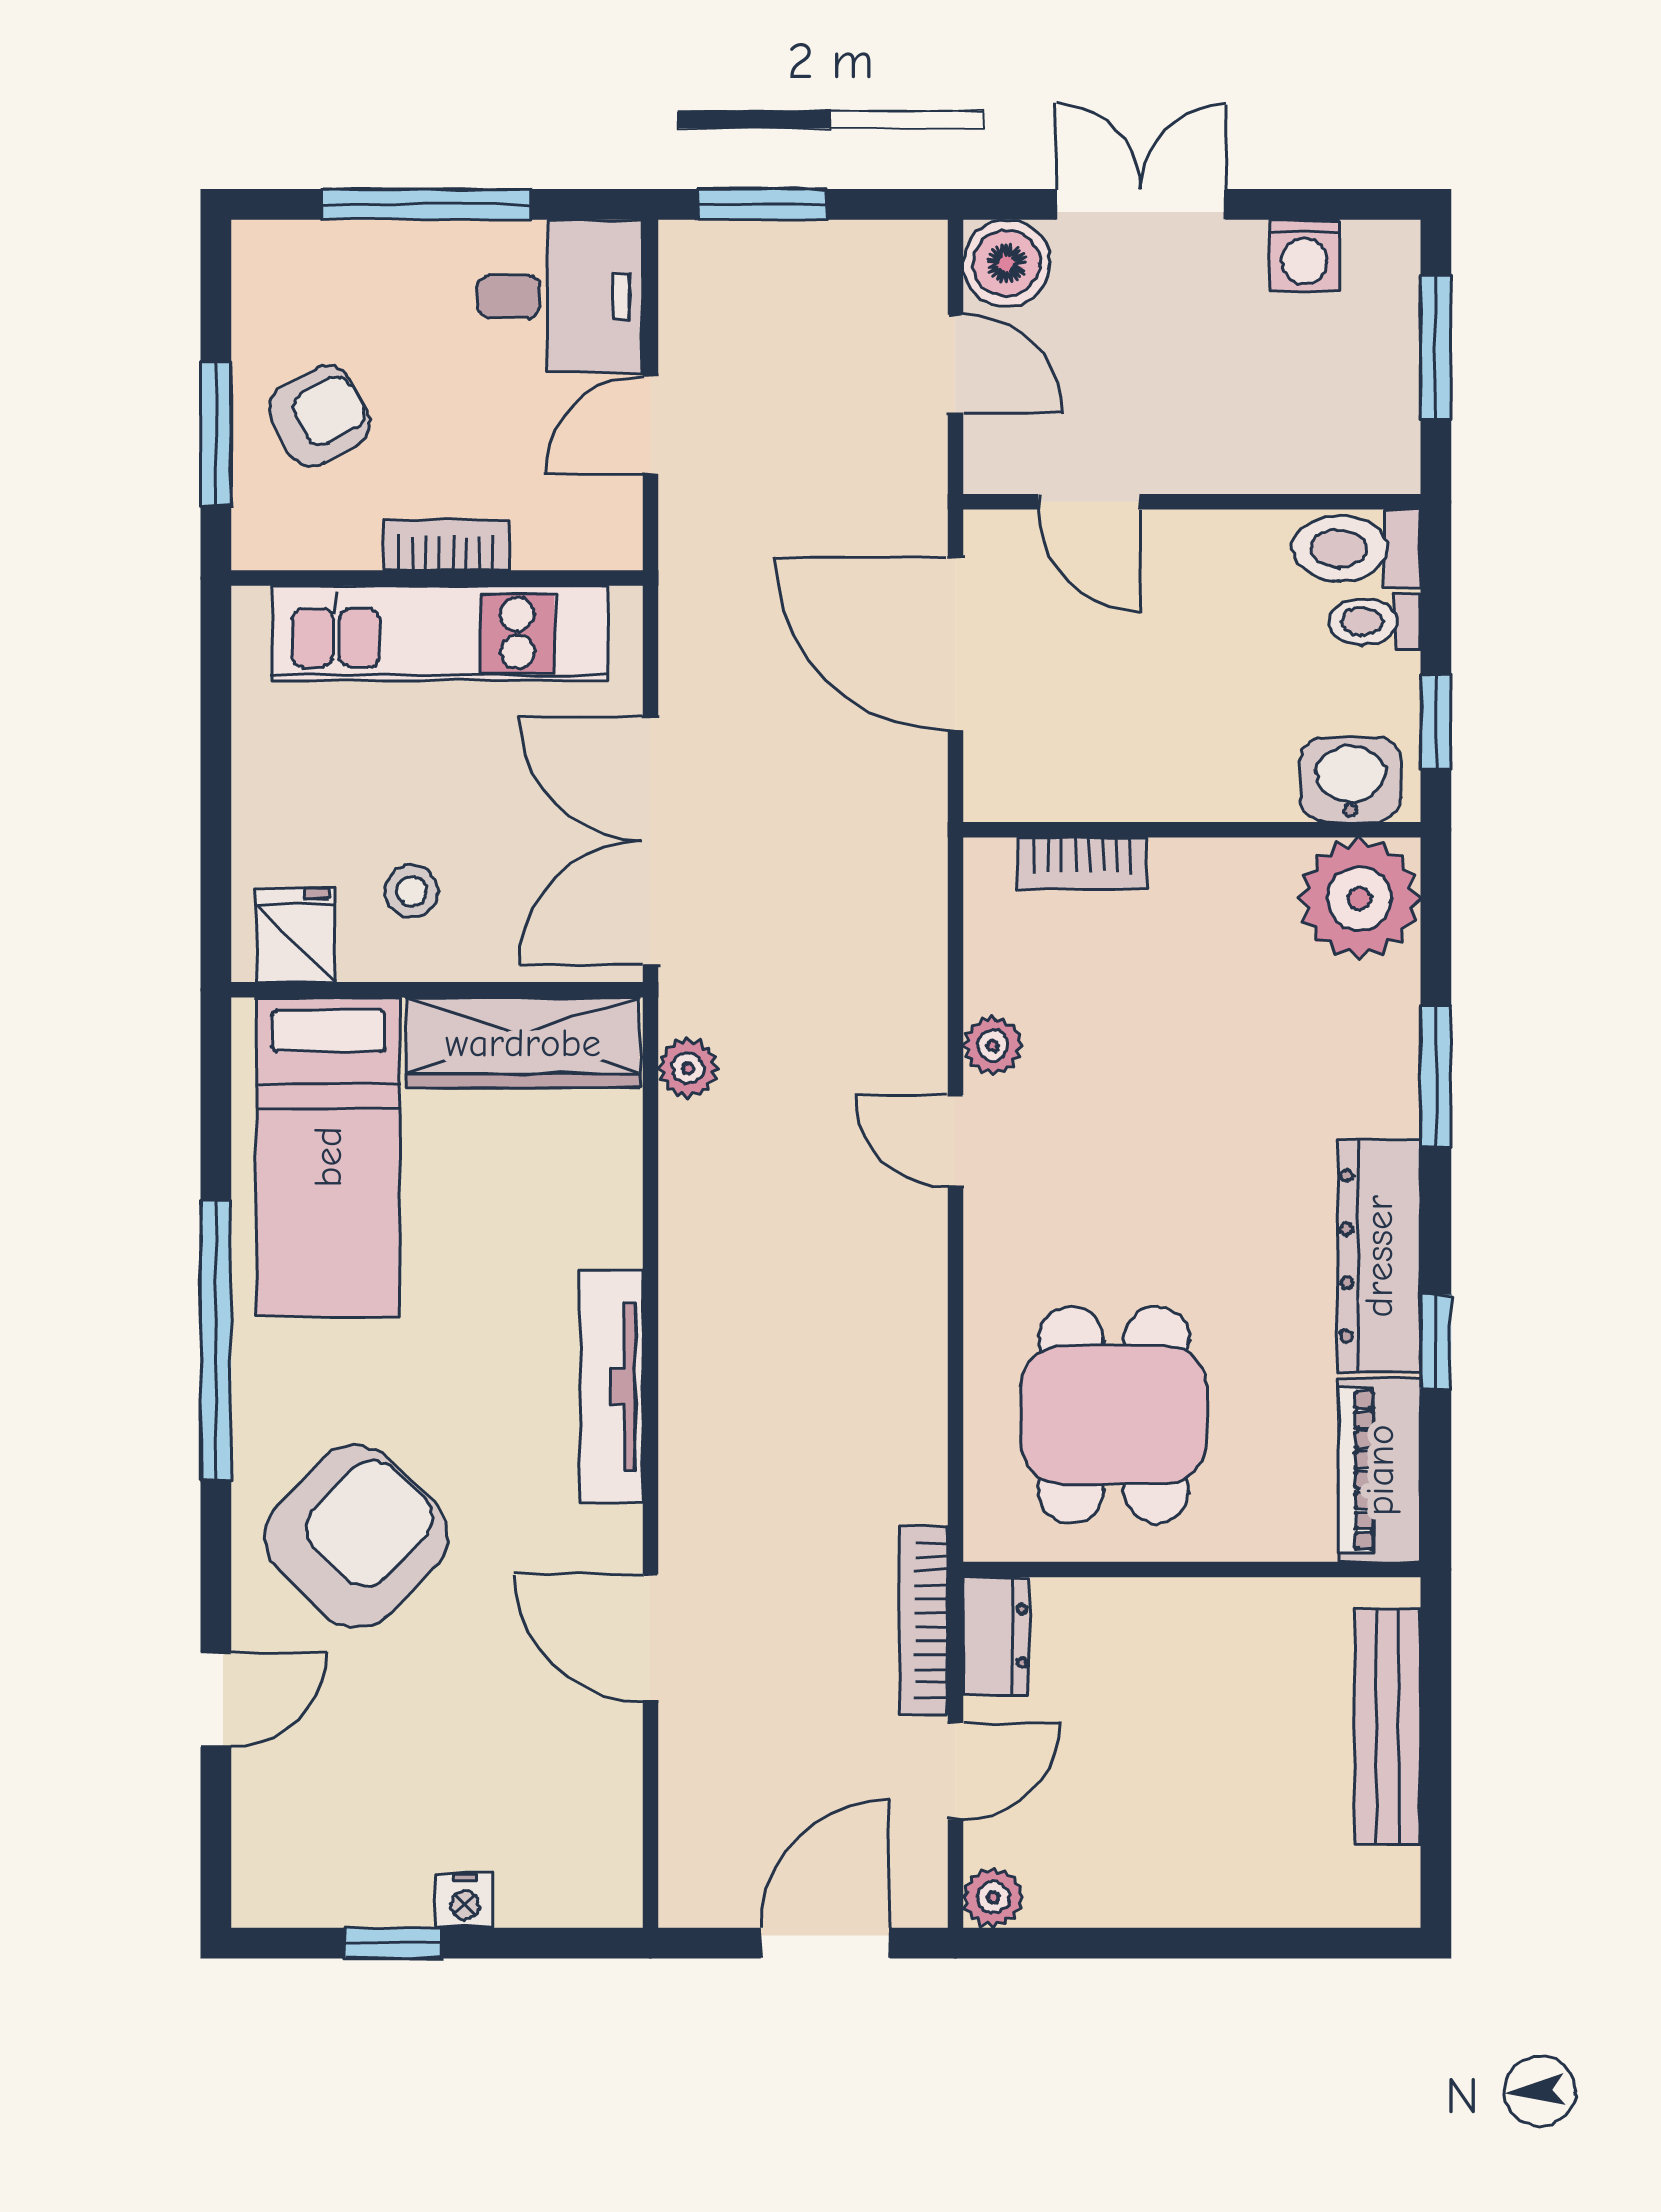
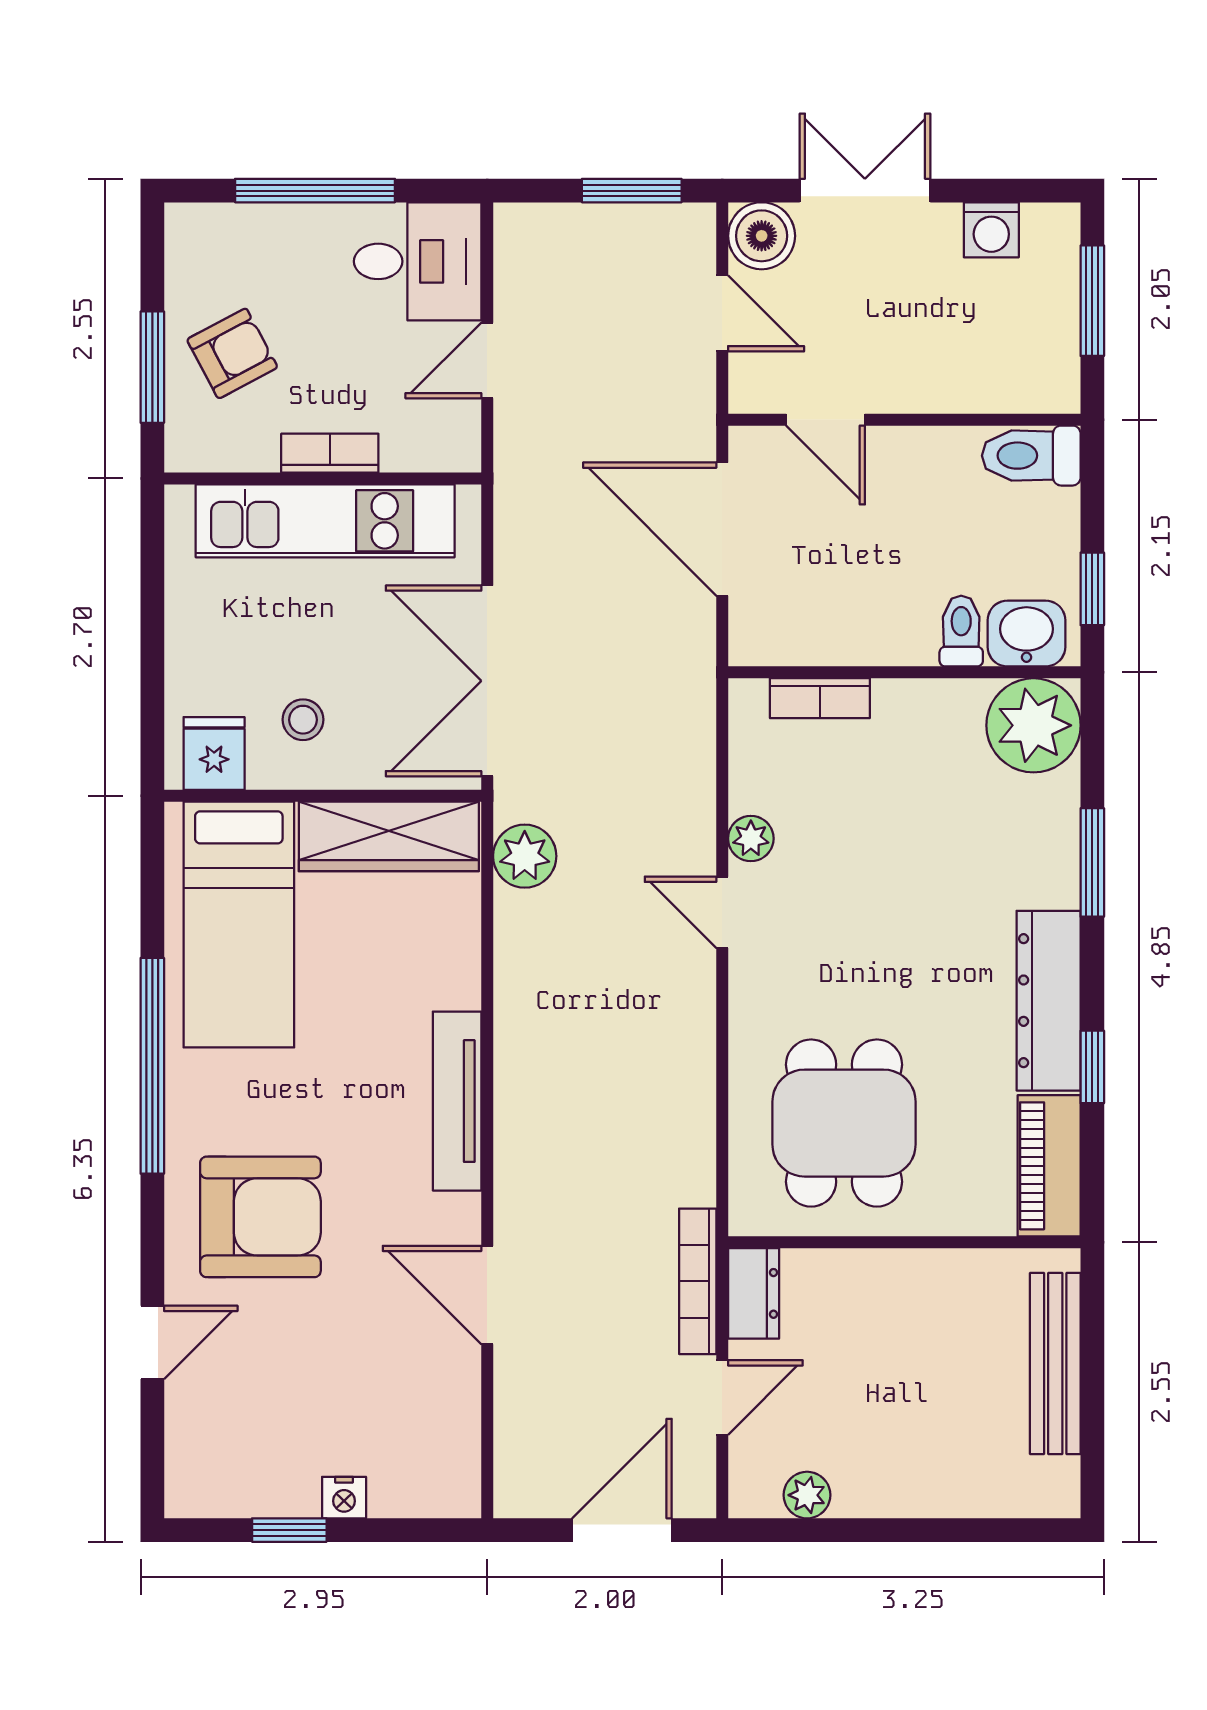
window: (762, 204) -> (632, 191), moved
toilet: (1375, 622) -> (961, 631), moved, turned 90
plant: (688, 1068) -> (525, 856), width x1.38, depth x1.38
armchair: (356, 1536) -> (260, 1217), turned 46
plant: (993, 1898) -> (807, 1495), moved

